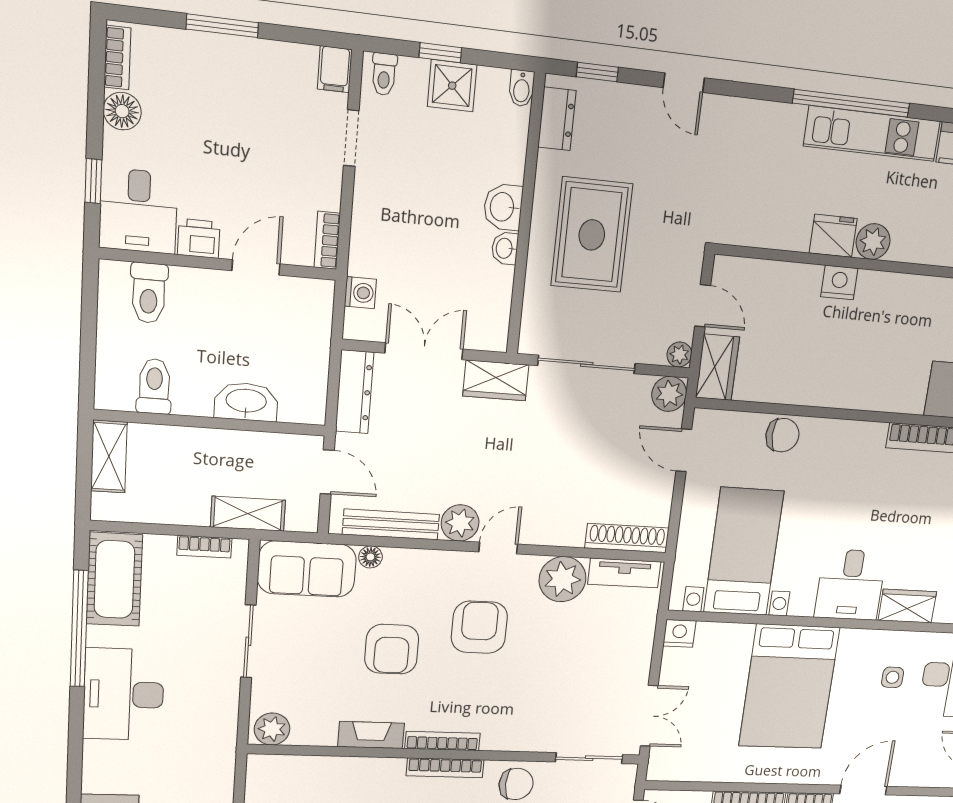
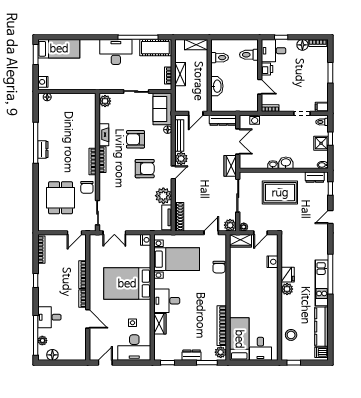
nightstand: (839, 283) -> (272, 262), moved
shelving: (248, 514) -> (180, 74), moved
door: (498, 548) -> (173, 172), hinge flipped

